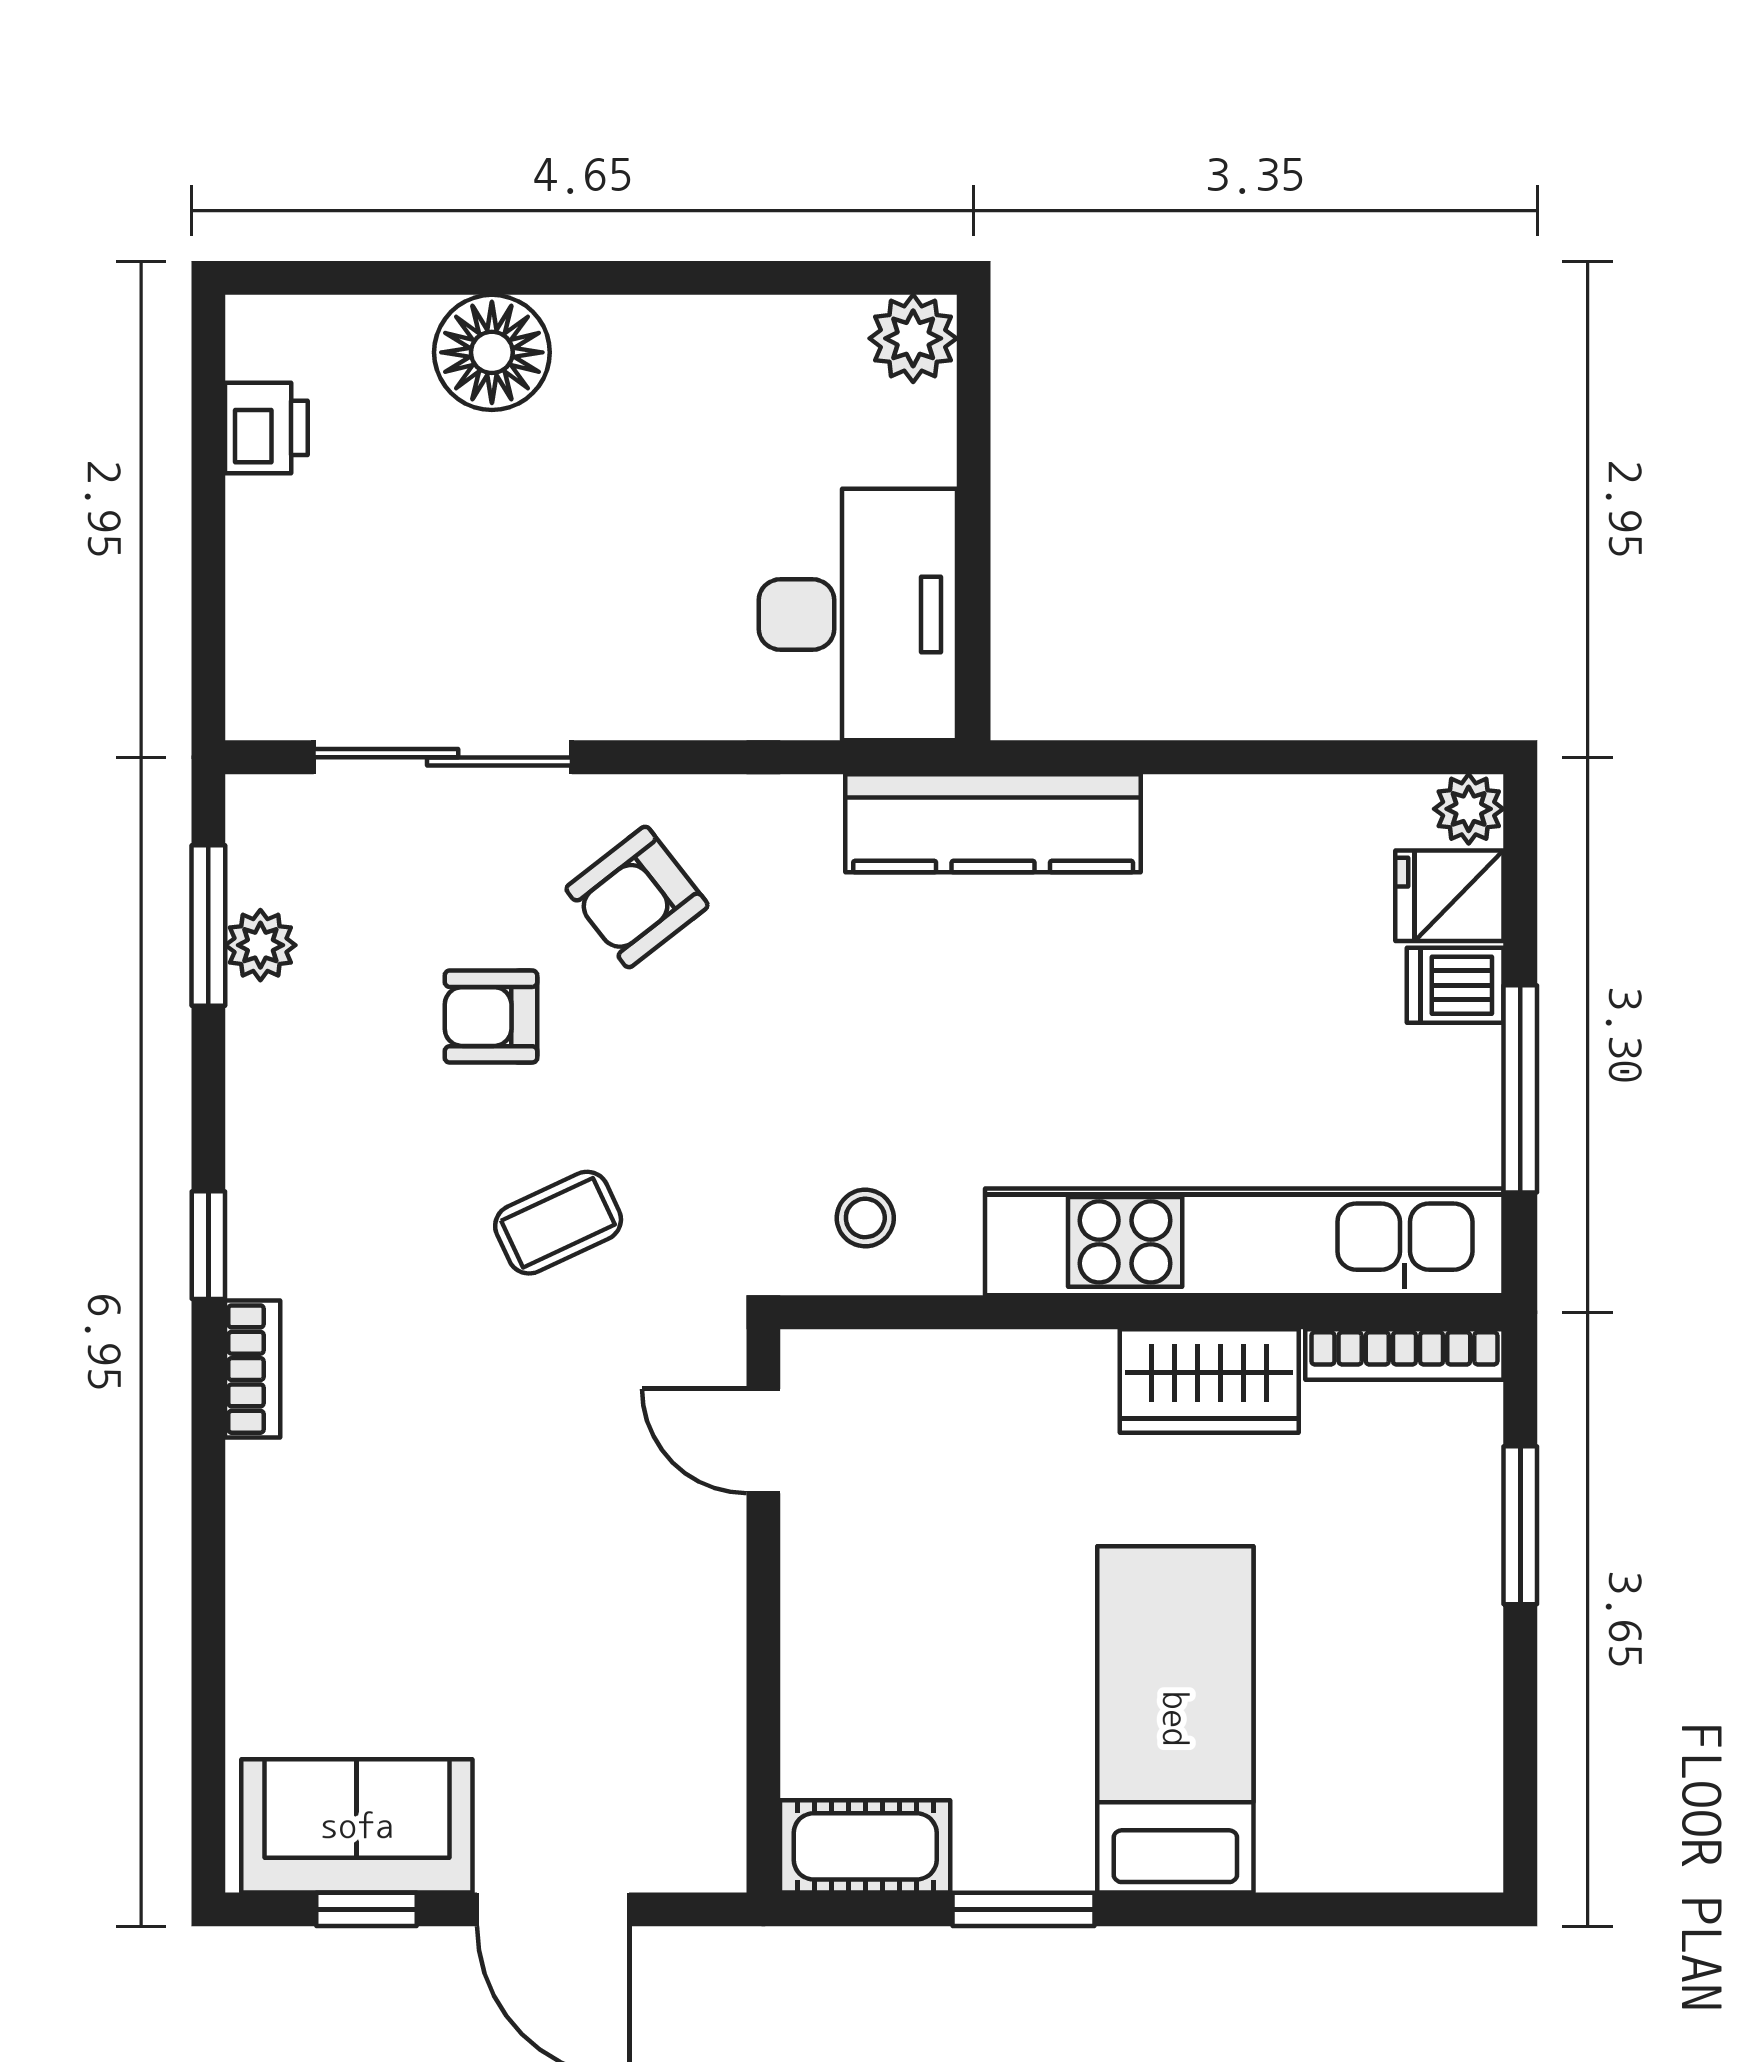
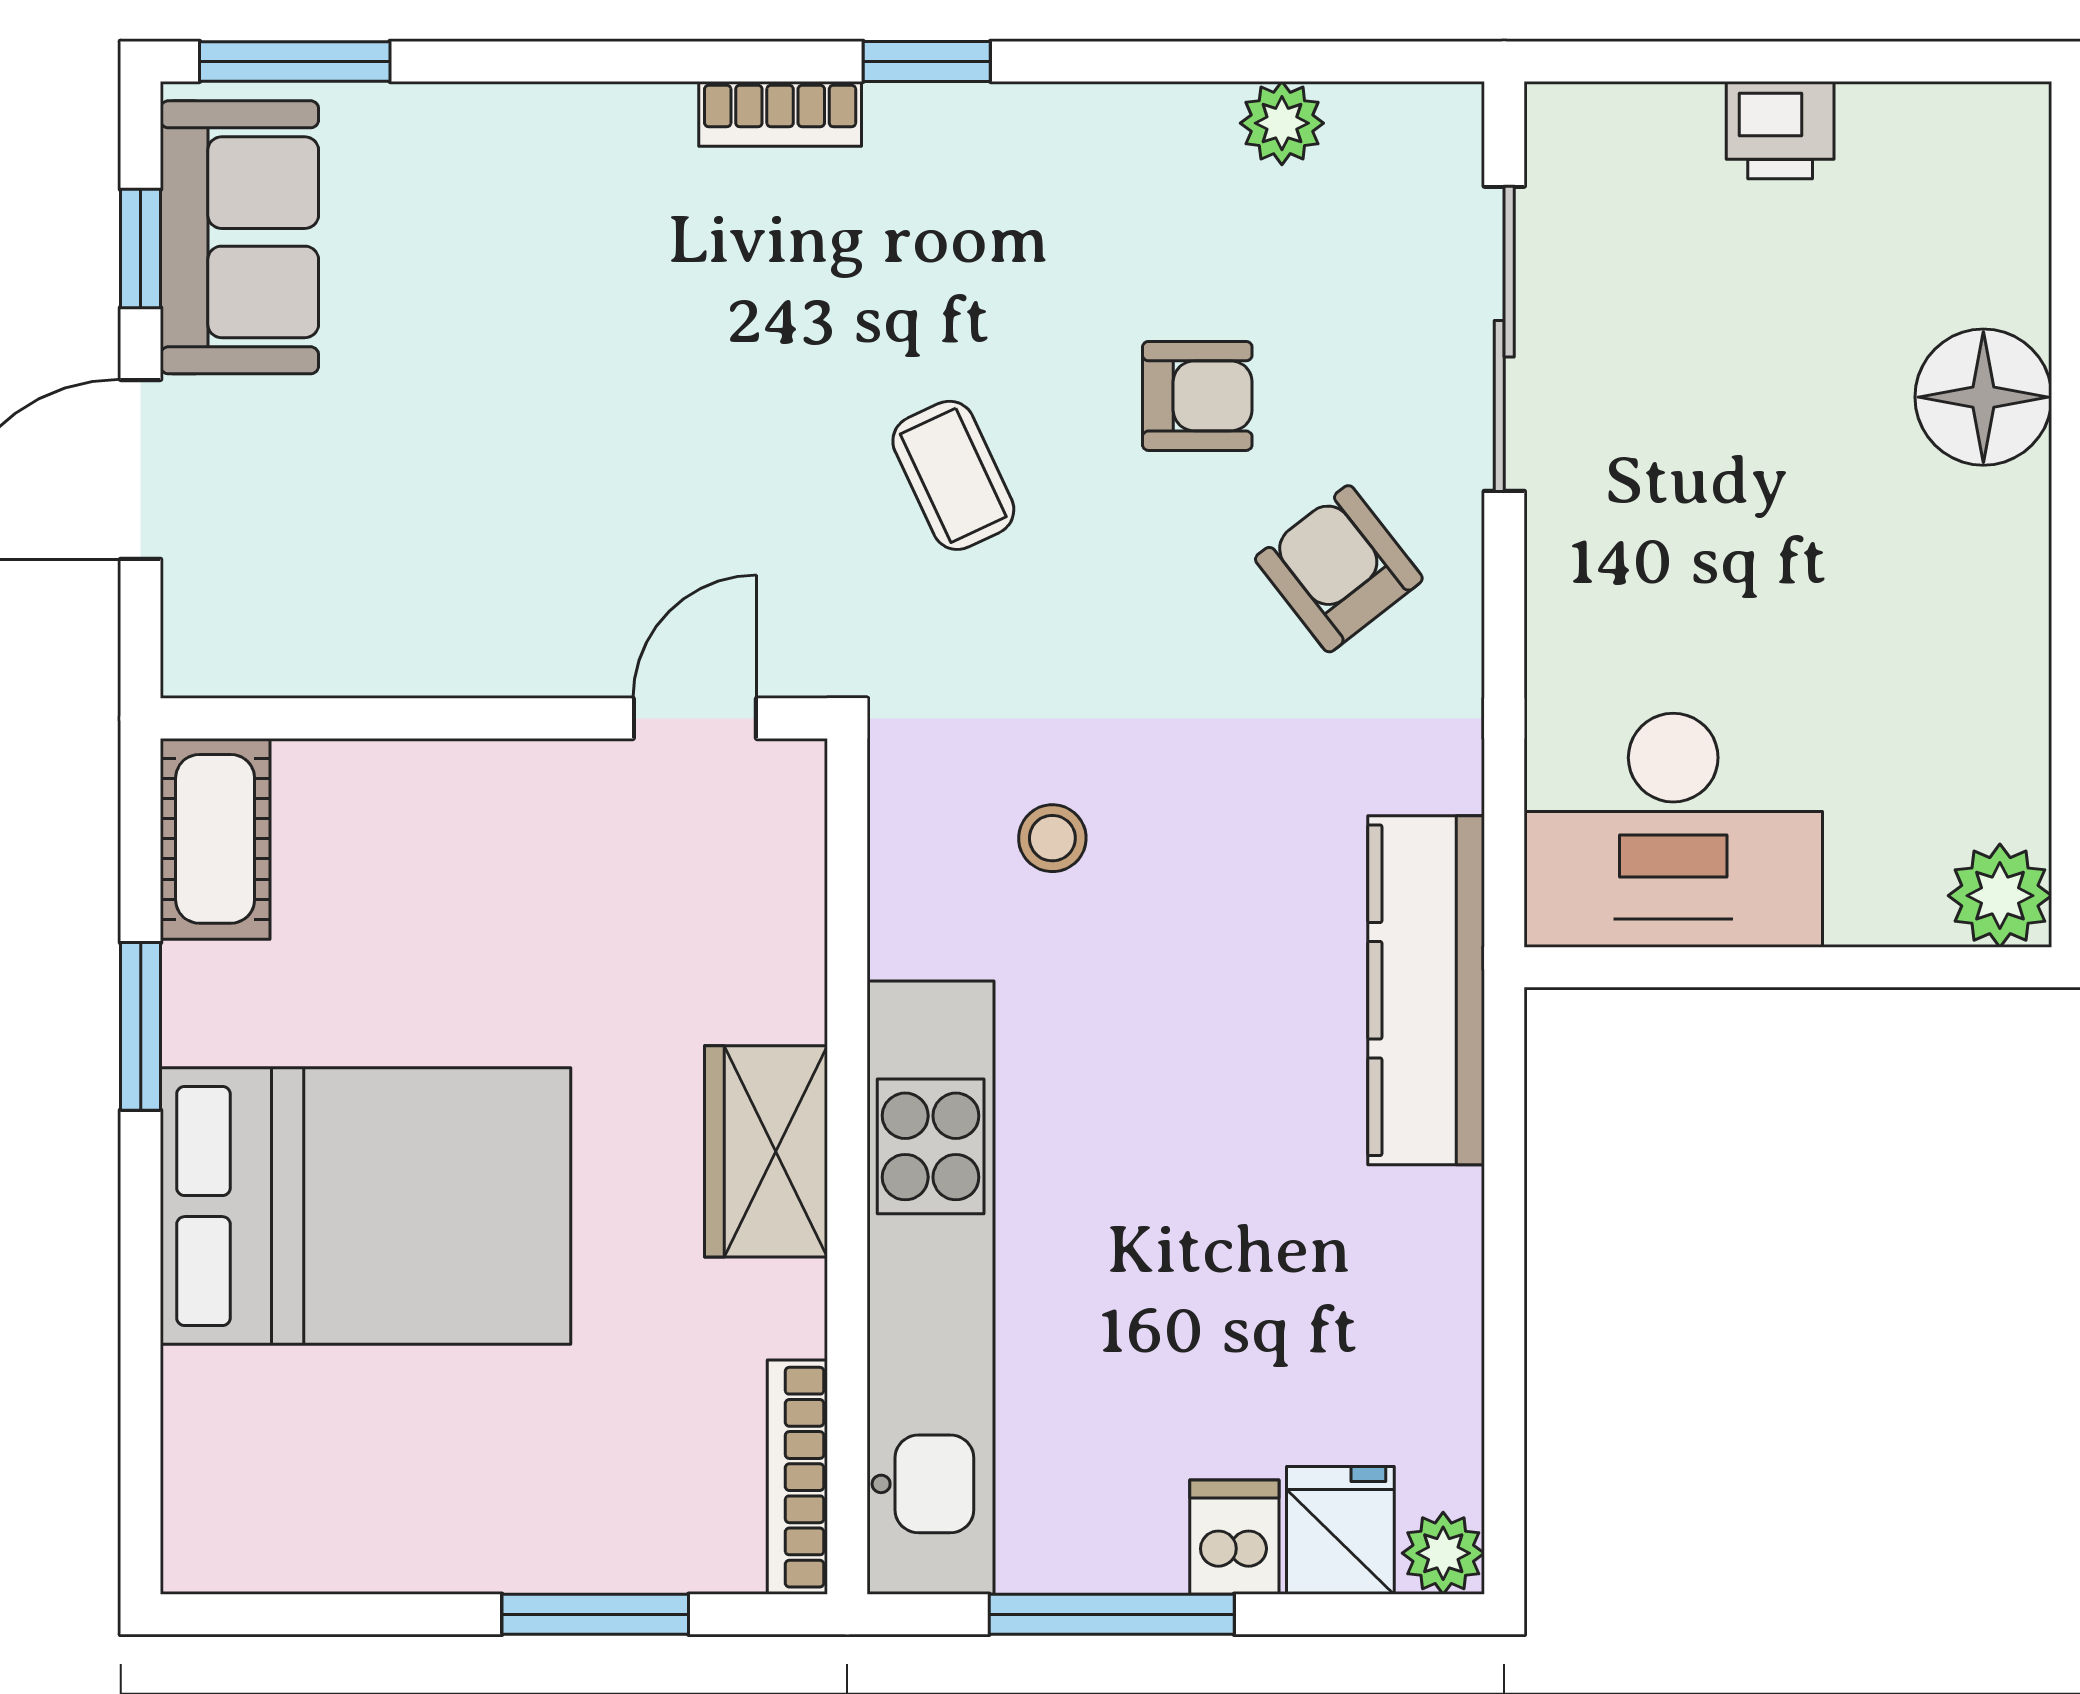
printer: (266, 428) -> (1780, 130), moved
window: (208, 926) -> (295, 61), moved
armchair: (491, 1017) -> (1197, 396), turned 90
stool: (865, 1218) -> (1052, 838), moved
wardrobe: (1209, 1381) -> (766, 1151), moved
bed: (1175, 1719) -> (365, 1206), width x1.50

